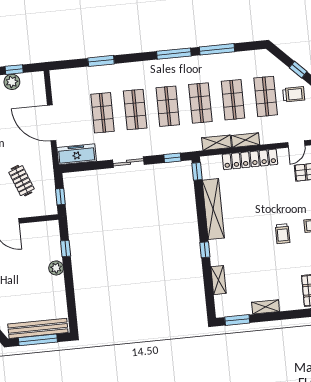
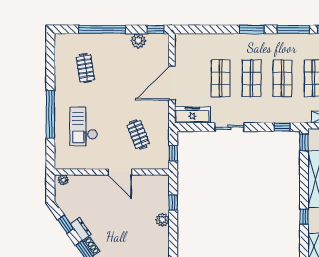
window: (101, 61) -> (252, 29), moved
window: (14, 70) -> (156, 29), moved
door: (52, 123) -> (172, 83), hinge flipped
sliding door: (128, 162) -> (229, 127), moved

